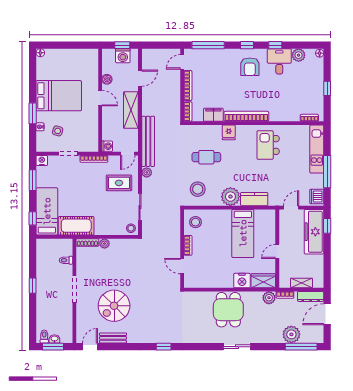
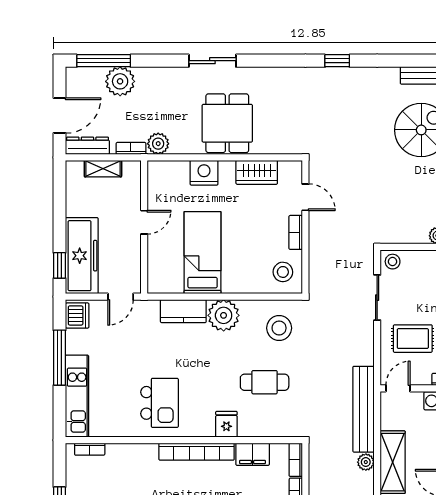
plant: (147, 172) -> (366, 462), moved
wardrobe: (263, 281) -> (257, 172), moved

